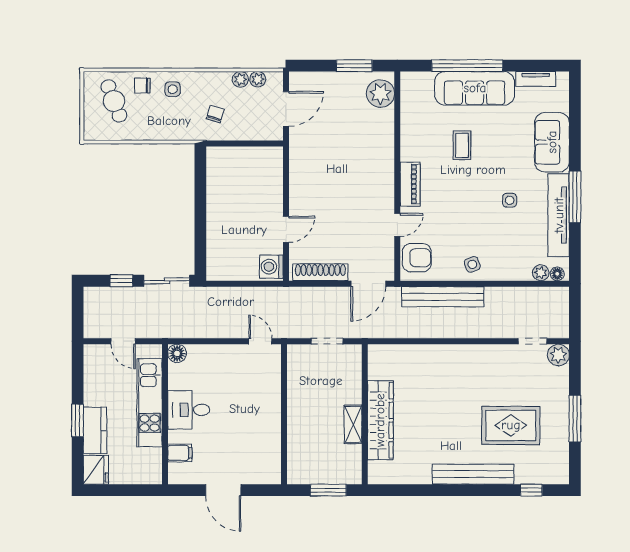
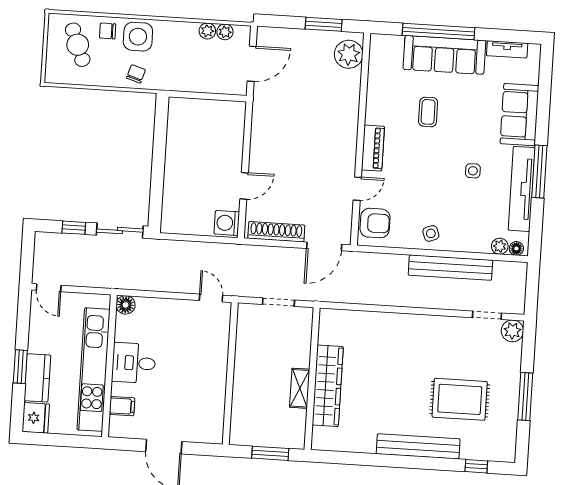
side table: (173, 89) -> (138, 37), width x1.87, depth x1.87
chair: (215, 114) -> (136, 74), moved
bench: (443, 297) -> (450, 268), moved
door: (123, 341) -> (49, 288), moved
kitchen unit: (150, 403) -> (94, 370), width x1.36

